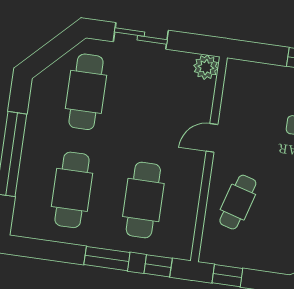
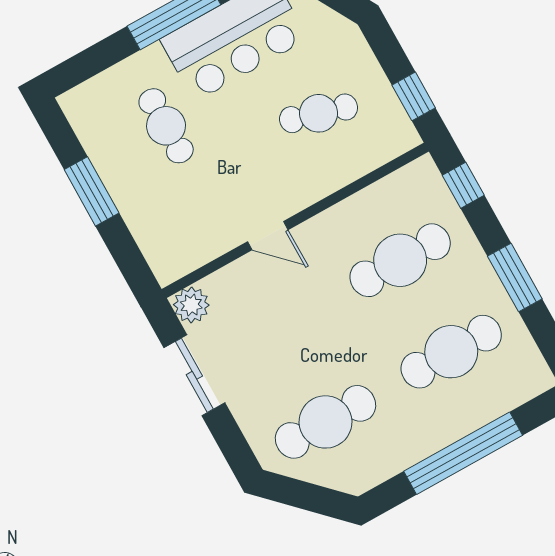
sliding door: (141, 36) -> (194, 375), moved
cafe table: (238, 202) -> (319, 113), moved
window: (107, 259) -> (515, 277), moved

